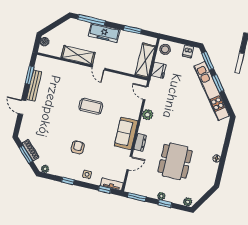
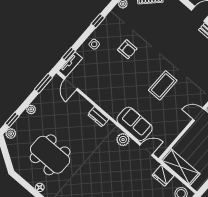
sofa: (126, 133) -> (135, 124), moved
dining table: (175, 161) -> (50, 155), moved
door: (129, 163) -> (71, 84), moved
window: (165, 204) -> (12, 120), moved

